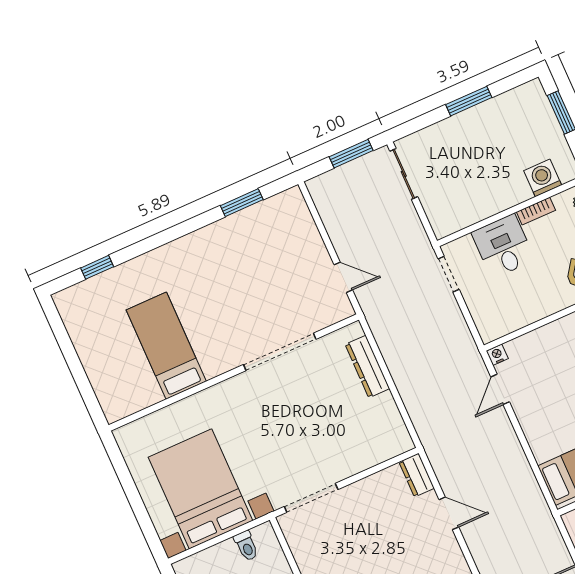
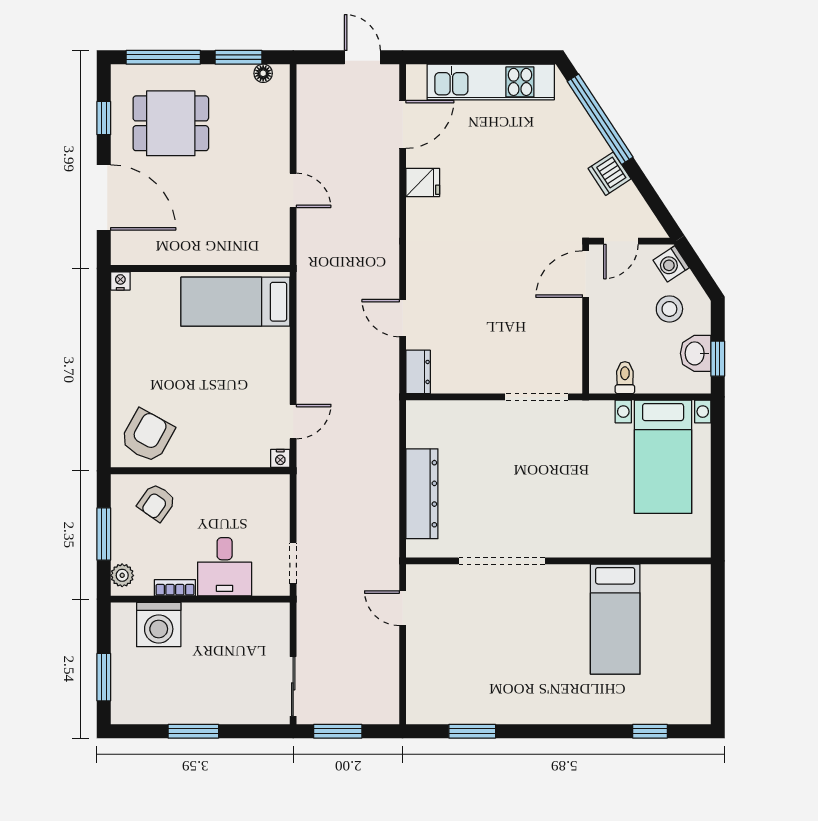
washing machine: (543, 178) -> (159, 625), width x1.37, depth x1.37
dresser: (367, 367) -> (422, 494), width x1.37, depth x1.24
bed with nightstands: (200, 489) -> (663, 457), width x0.73

